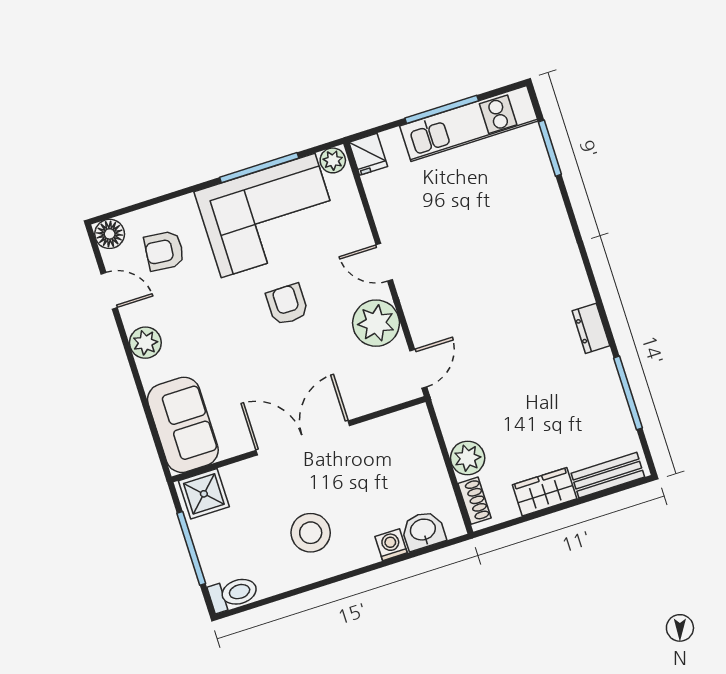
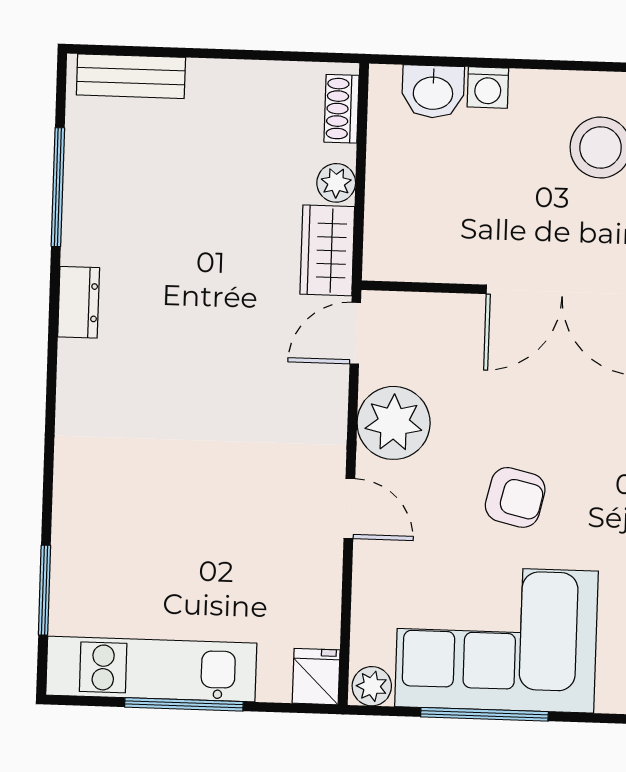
armchair: (287, 304) -> (515, 497), turned -77
plant: (468, 458) -> (336, 183), width x0.73, depth x0.73
wardrobe: (545, 492) -> (327, 250), moved, turned 90

